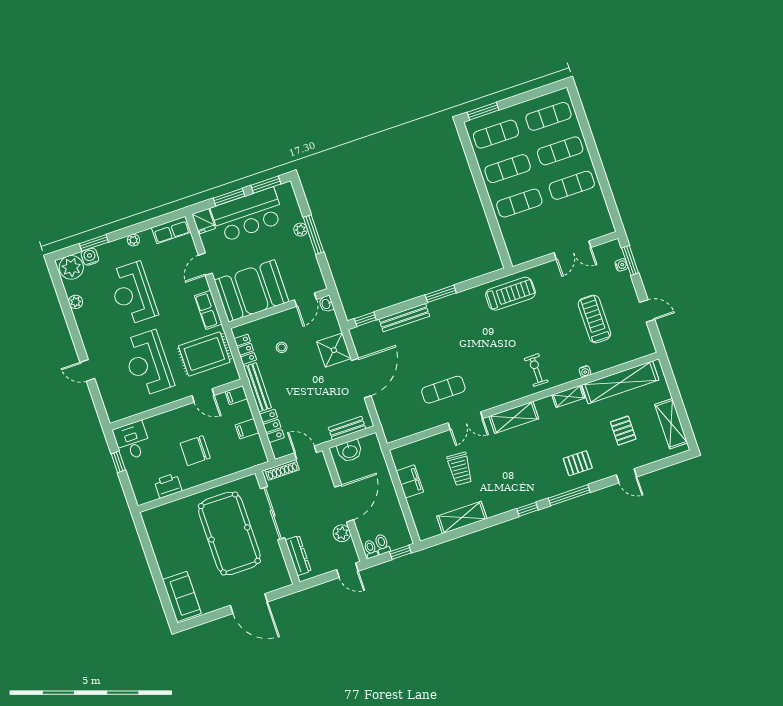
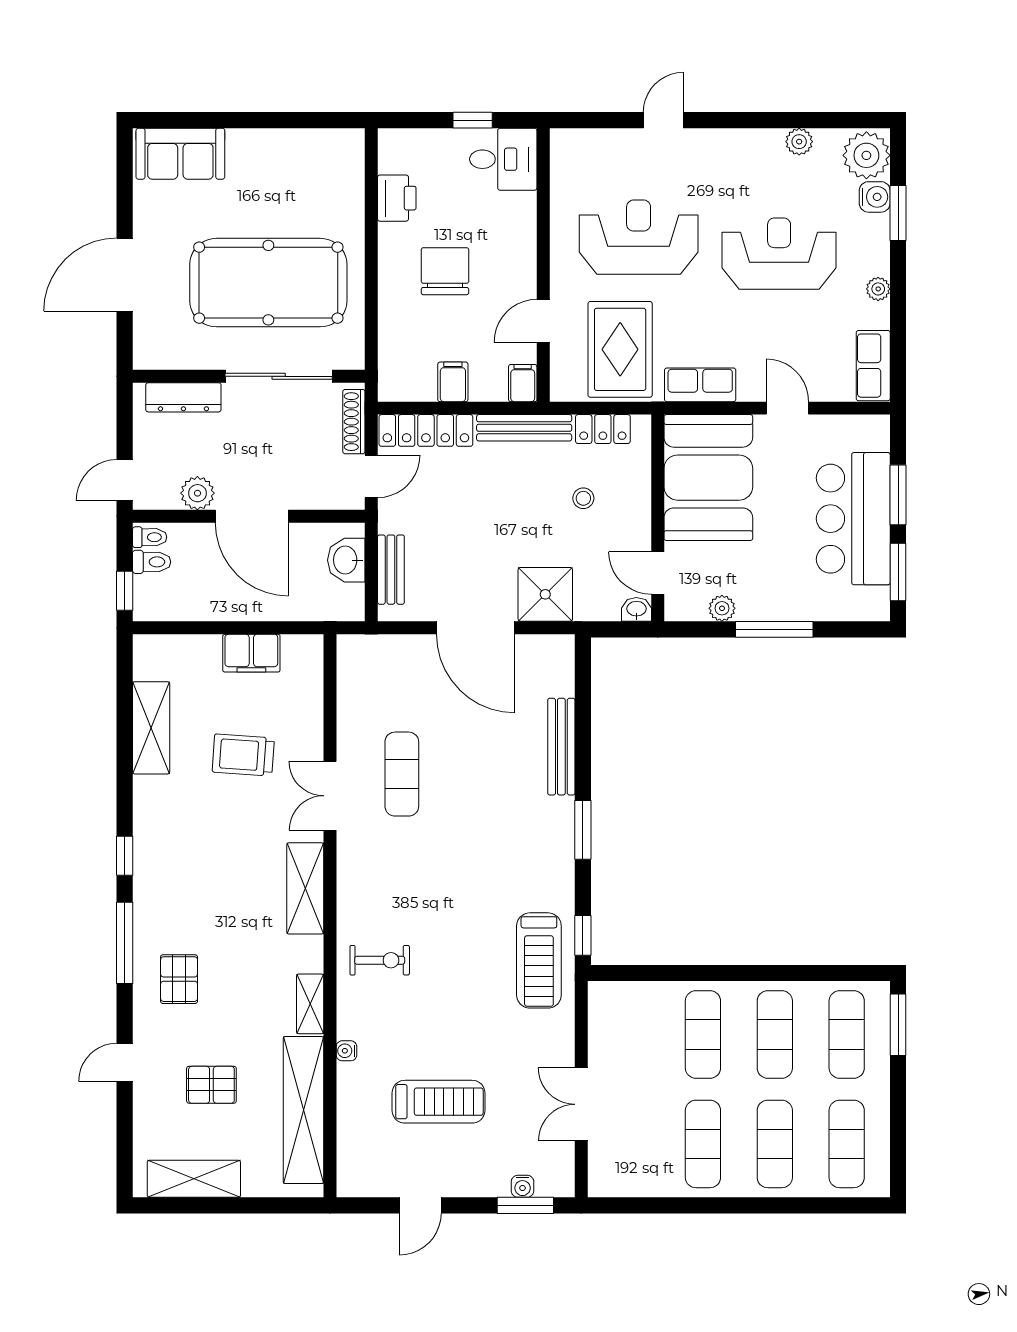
fridge: (204, 221) -> (869, 432), removed
plant: (301, 230) -> (722, 608), moved
window: (365, 319) -> (583, 935), moved
locker: (272, 426) -> (426, 430), width x1.53

